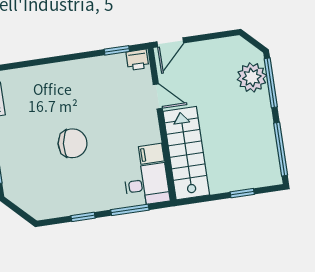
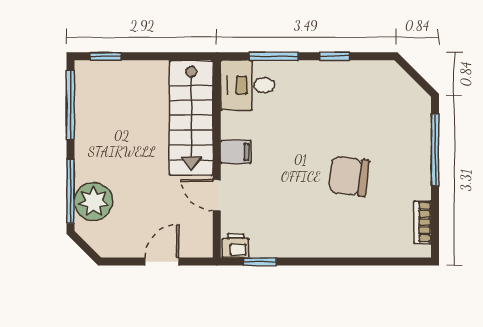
door: (170, 42) -> (162, 262), moved
chair: (73, 143) -> (349, 176), moved
filing cabinet: (151, 154) -> (236, 152), moved
window: (242, 193) -> (106, 56), moved

